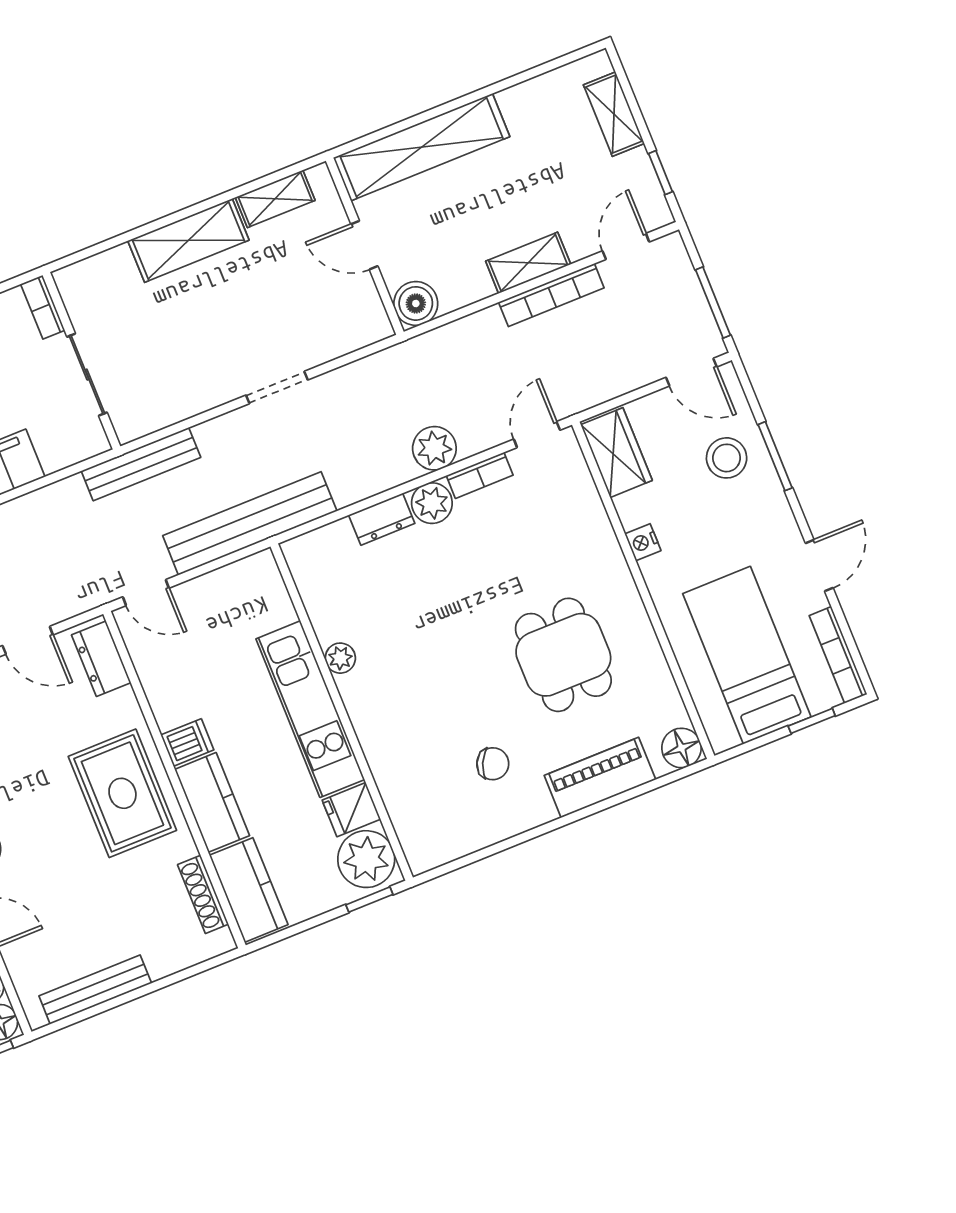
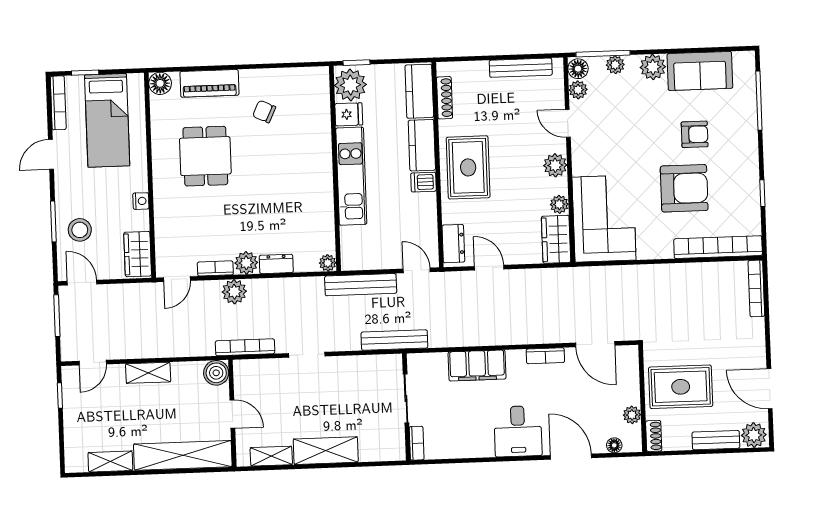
shelving: (614, 114) -> (110, 461), moved, turned 90
bookcase: (551, 295) -> (245, 347), moved
bench: (250, 523) -> (361, 285), width x0.73, depth x0.82
plant: (340, 658) -> (328, 263), moved

